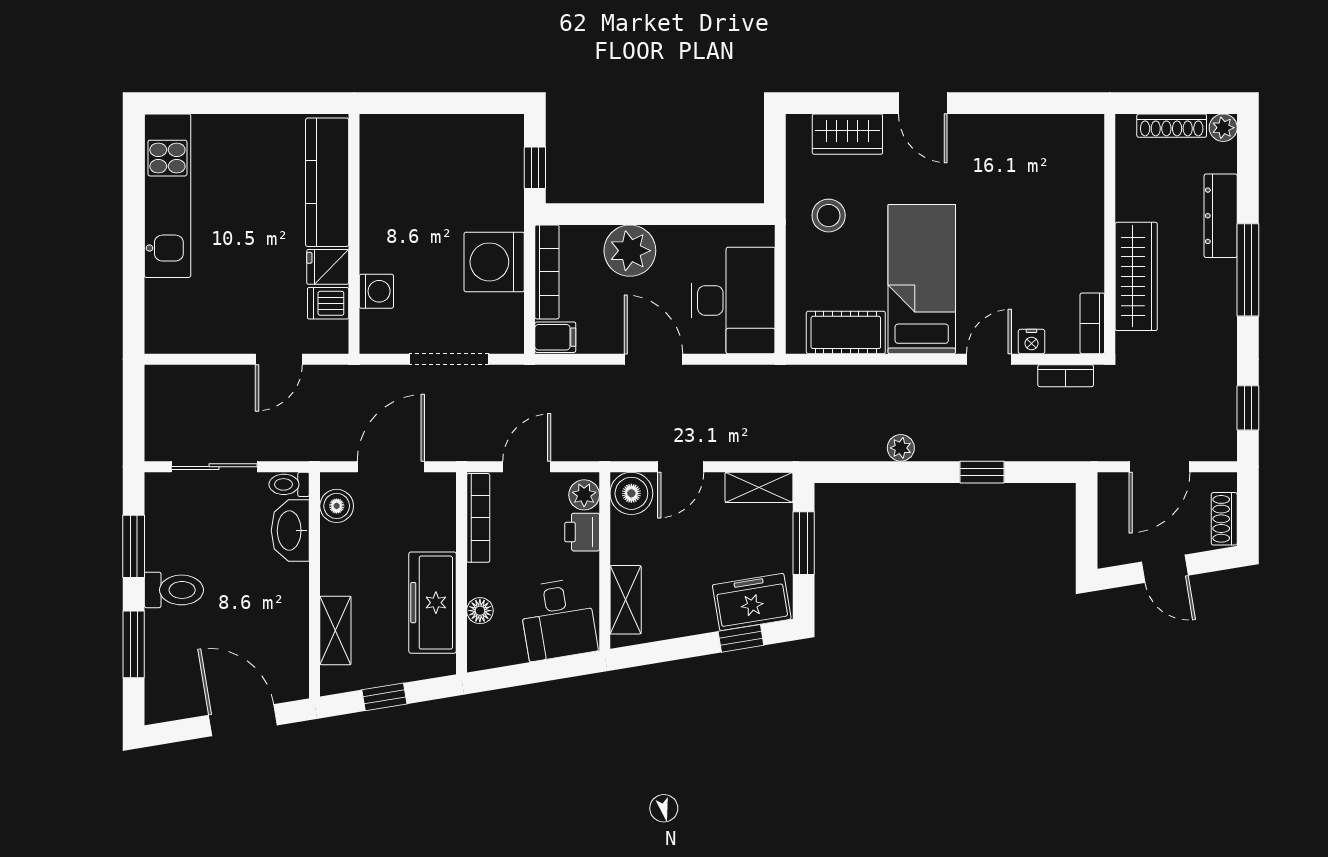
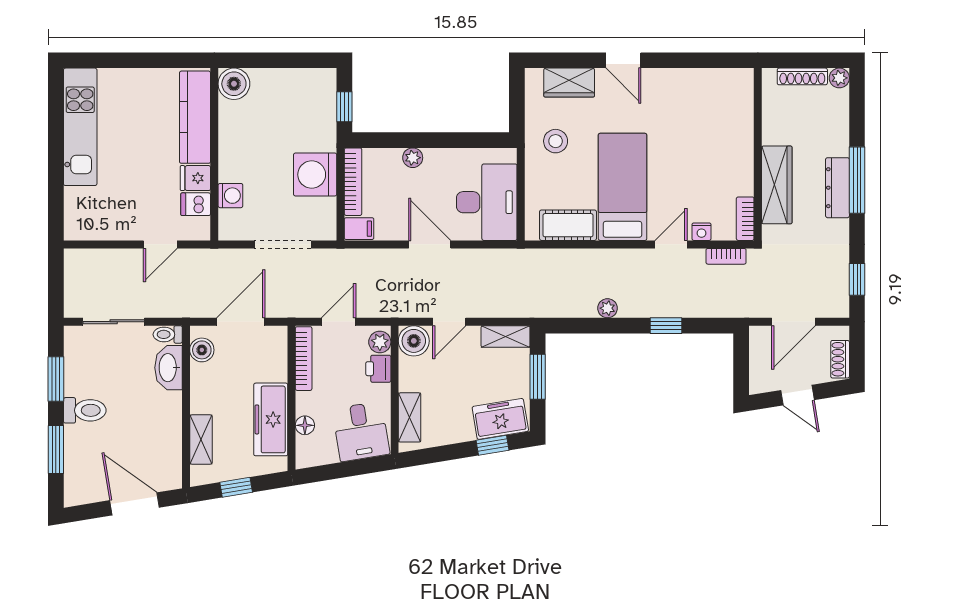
boiler: (381, 136) -> (234, 84), added
dresser: (1221, 216) -> (837, 188), moved
plant: (630, 251) -> (413, 158), width x0.53, depth x0.53

